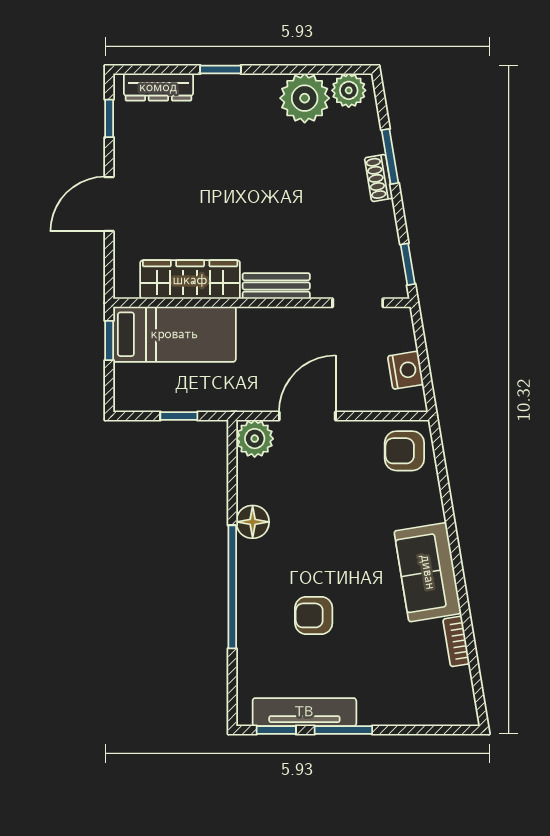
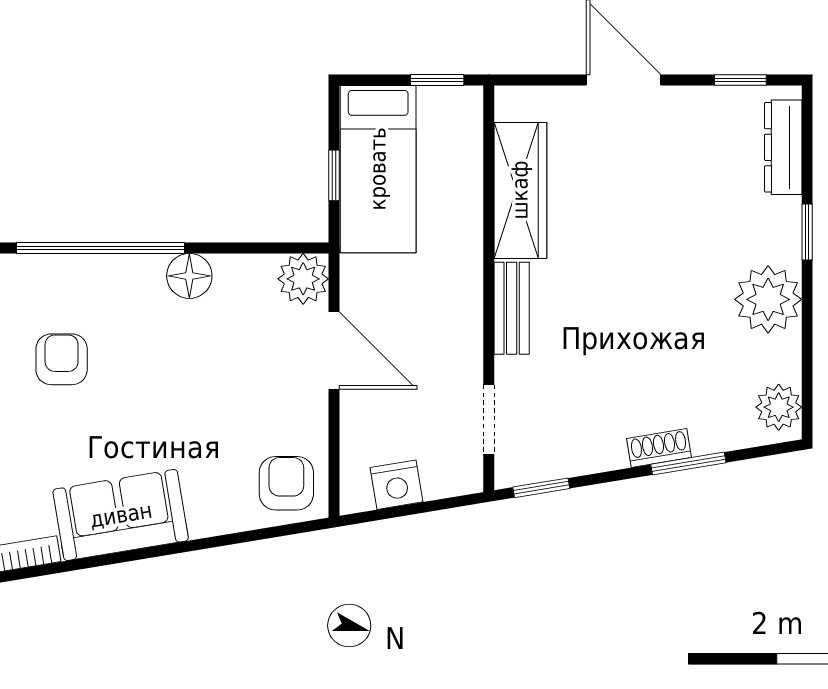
plant: (305, 98) -> (768, 299), moved
bed: (174, 334) -> (378, 169), moved

